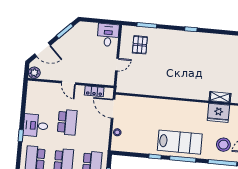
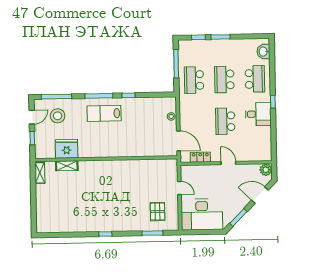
desk: (108, 35) -> (202, 214), width x1.87, depth x1.30
door: (117, 65) -> (179, 188), swing flipped
lab bench: (180, 142) -> (104, 113), width x0.73, depth x0.72

